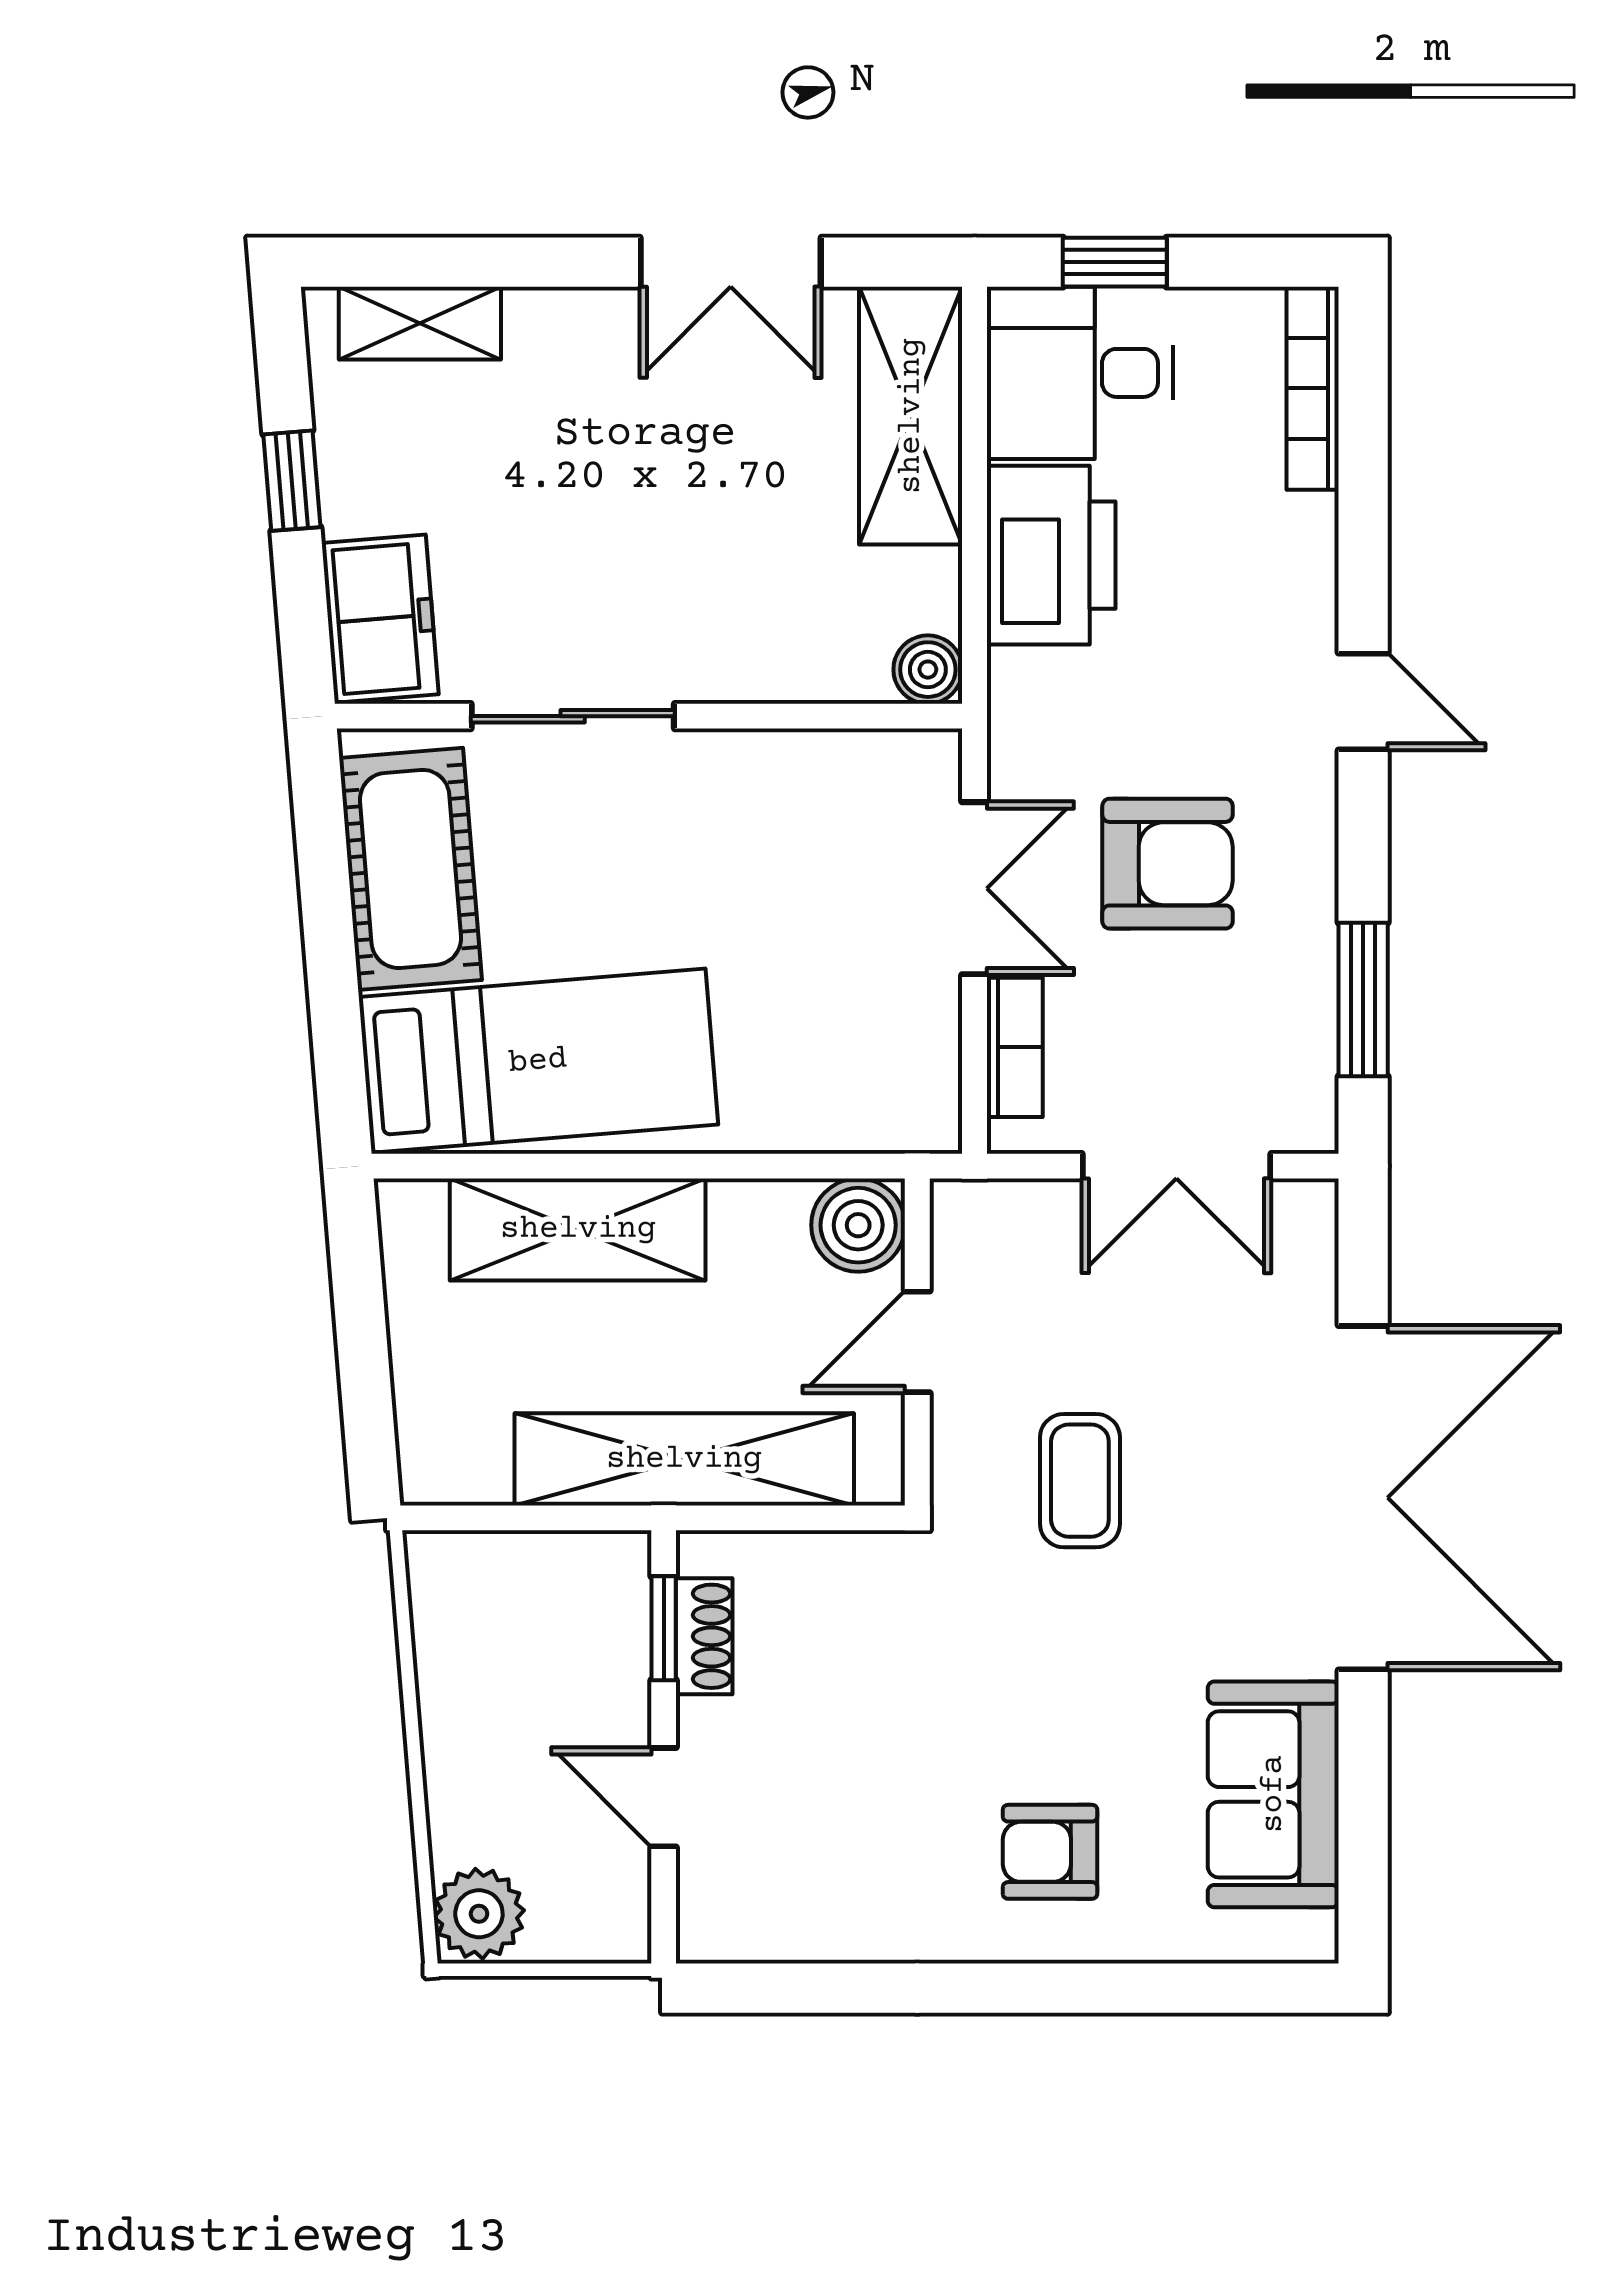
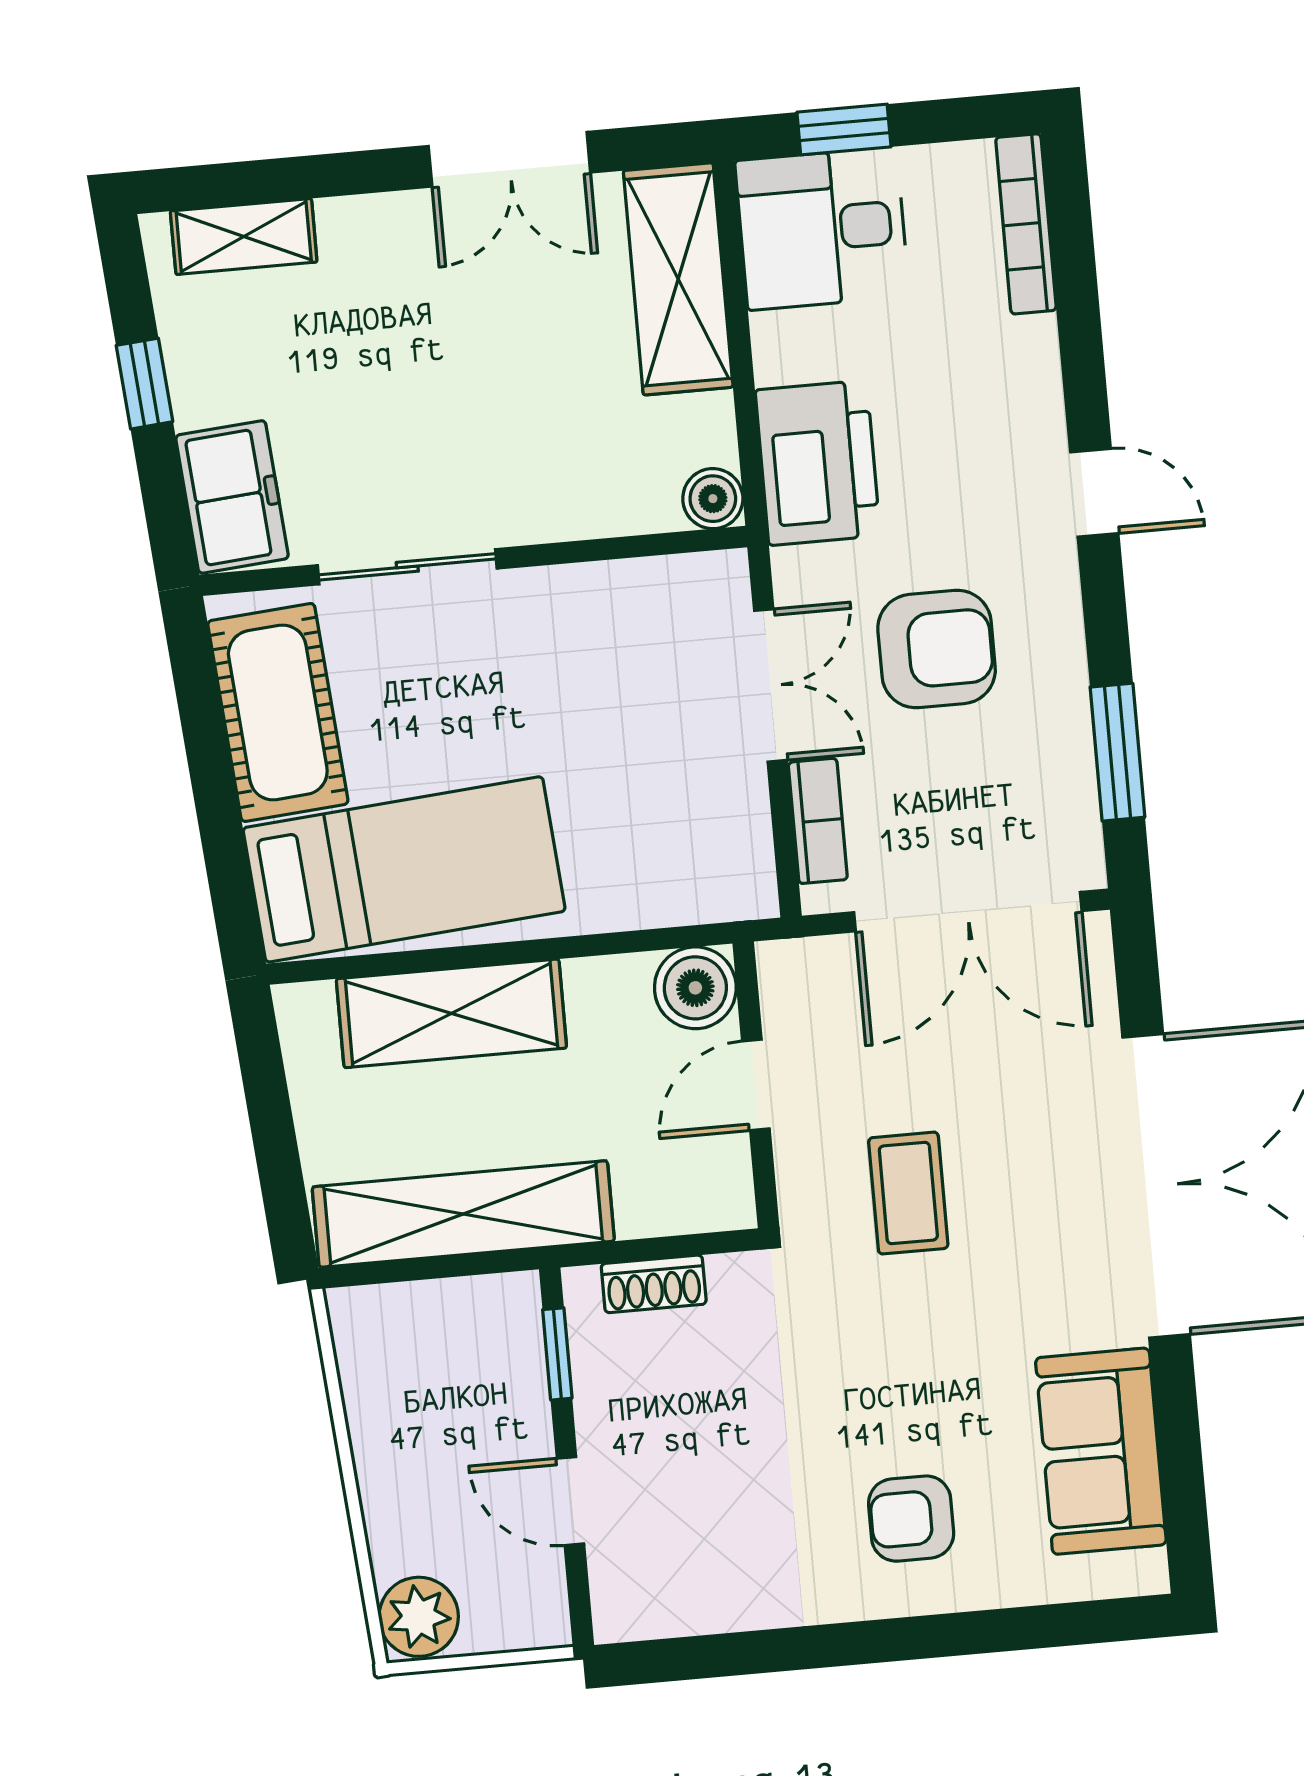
printer: (1051, 555) -> (818, 463), moved
double door: (1176, 1166) -> (968, 912), width x1.37
shelving: (684, 1459) -> (463, 1214), moved
shoe rack: (704, 1636) -> (654, 1284), moved, turned 90

